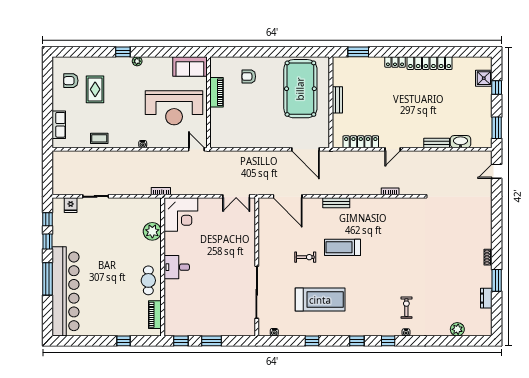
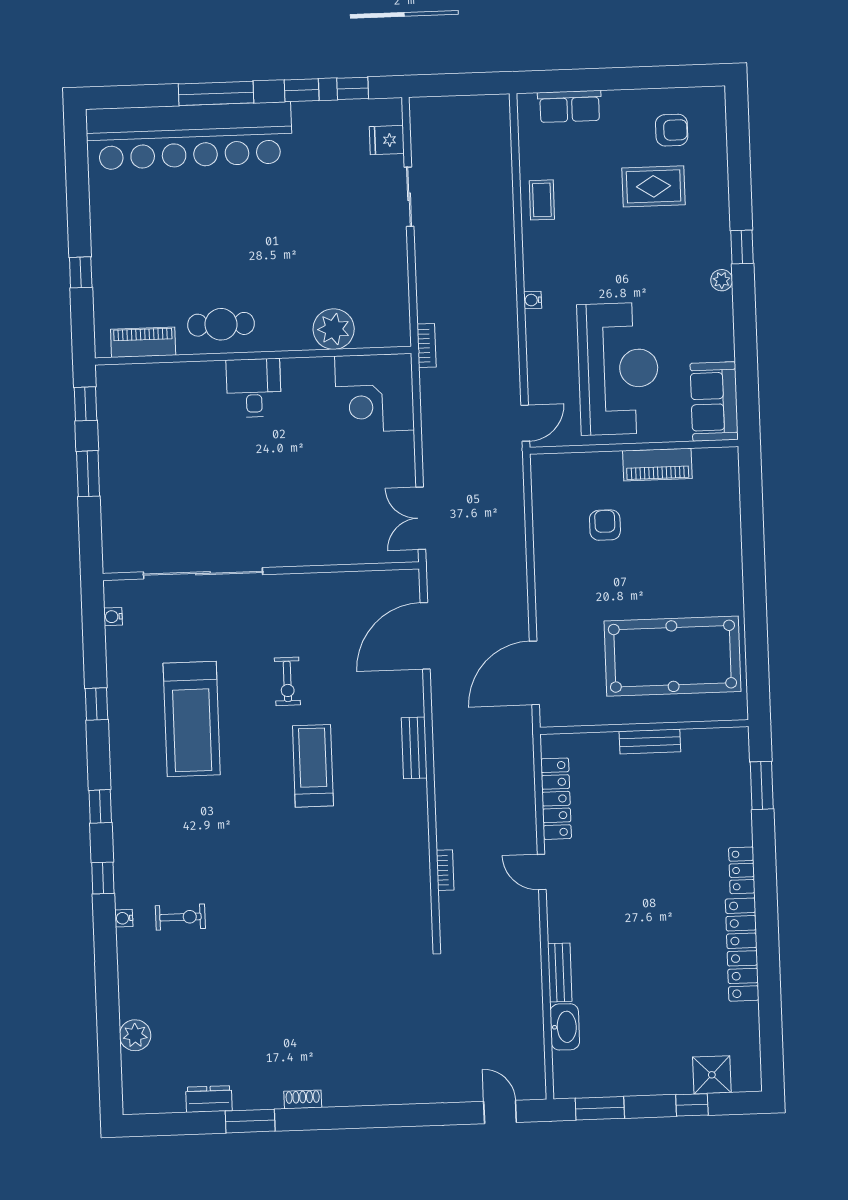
armchair: (249, 76) -> (605, 525), moved
armchair: (71, 81) -> (672, 130), turned 90
reception desk: (174, 108) -> (618, 369), turned 180

